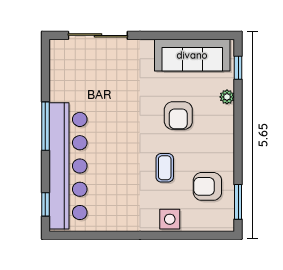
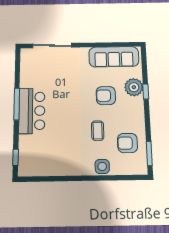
window: (238, 68) -> (146, 91), moved
plant: (227, 97) -> (134, 87), width x1.88, depth x1.88
armchair: (178, 116) -> (106, 96), turned 90
bar counter: (68, 166) -> (32, 111), width x0.54

